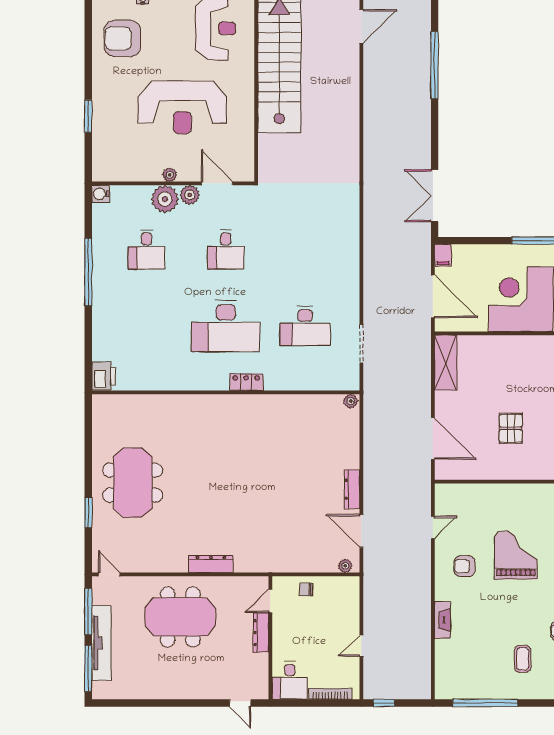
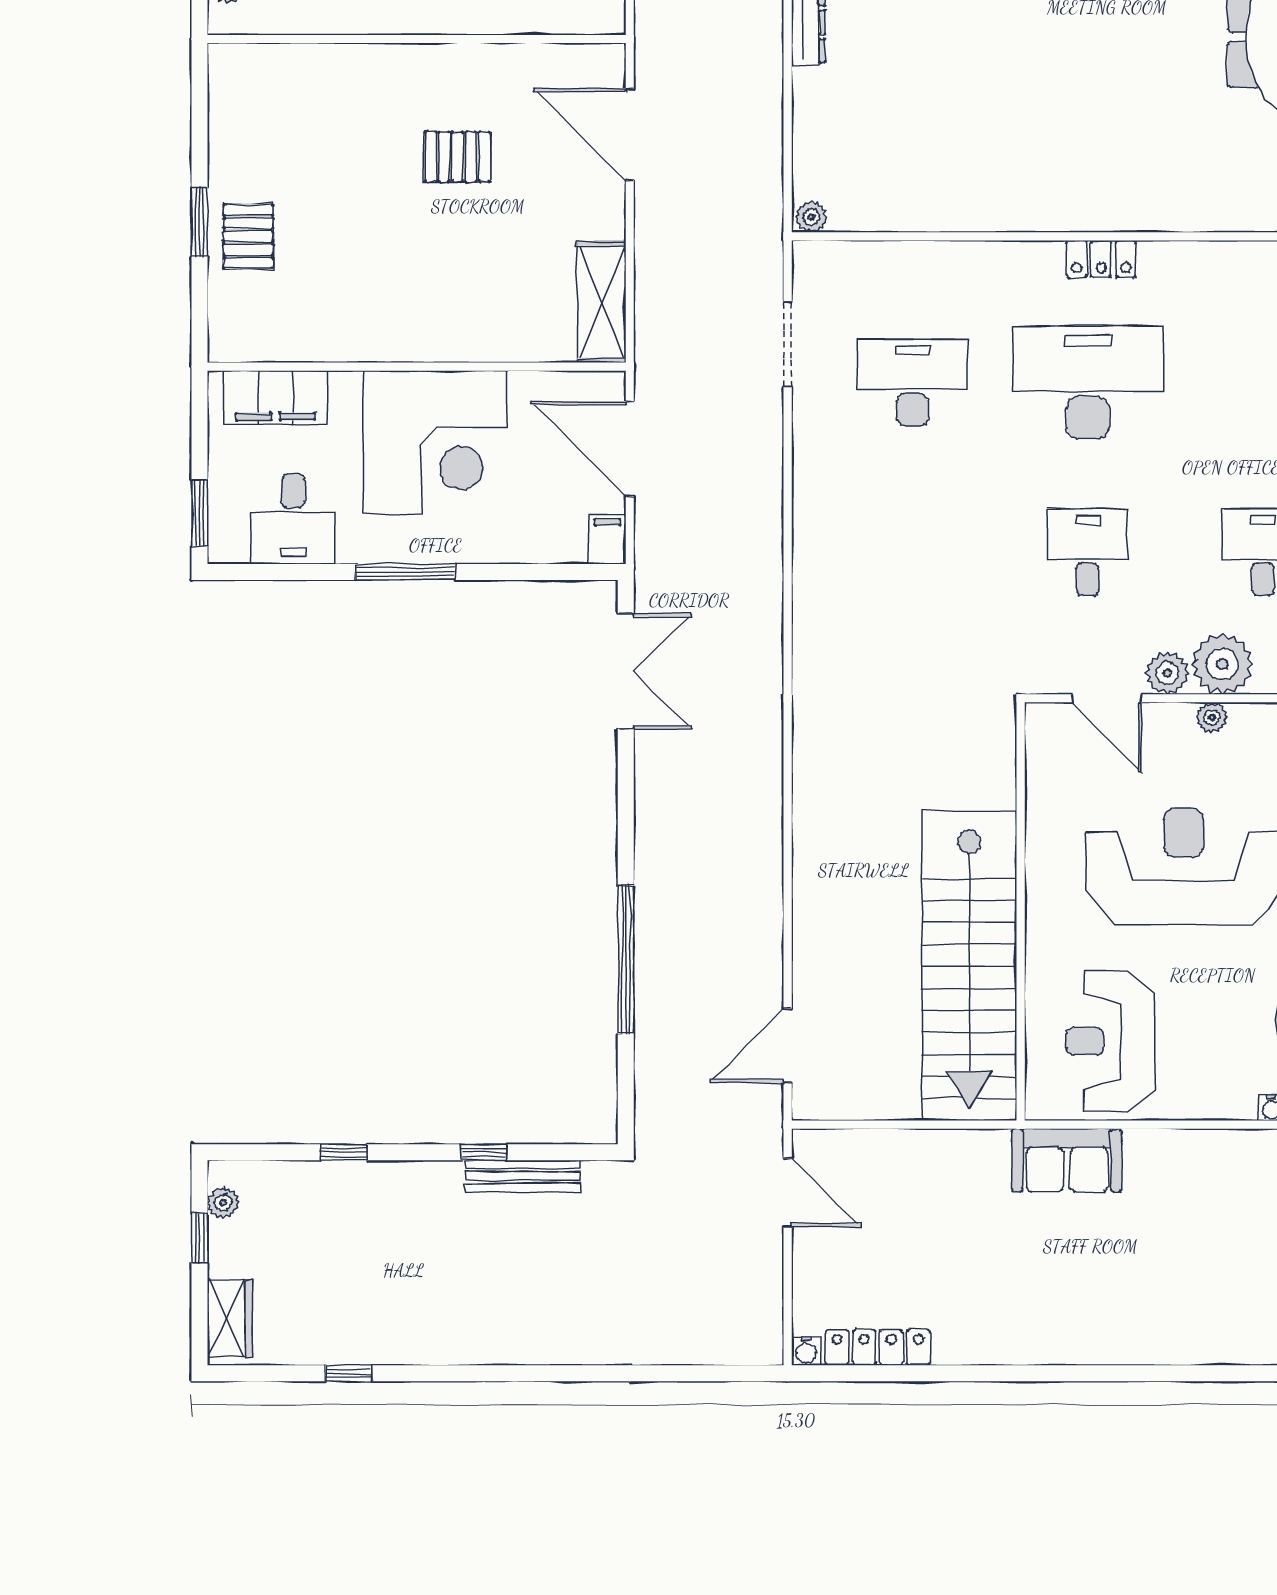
locker: (246, 382) -> (1101, 259), moved
pallet: (511, 428) -> (458, 157), turned 90

